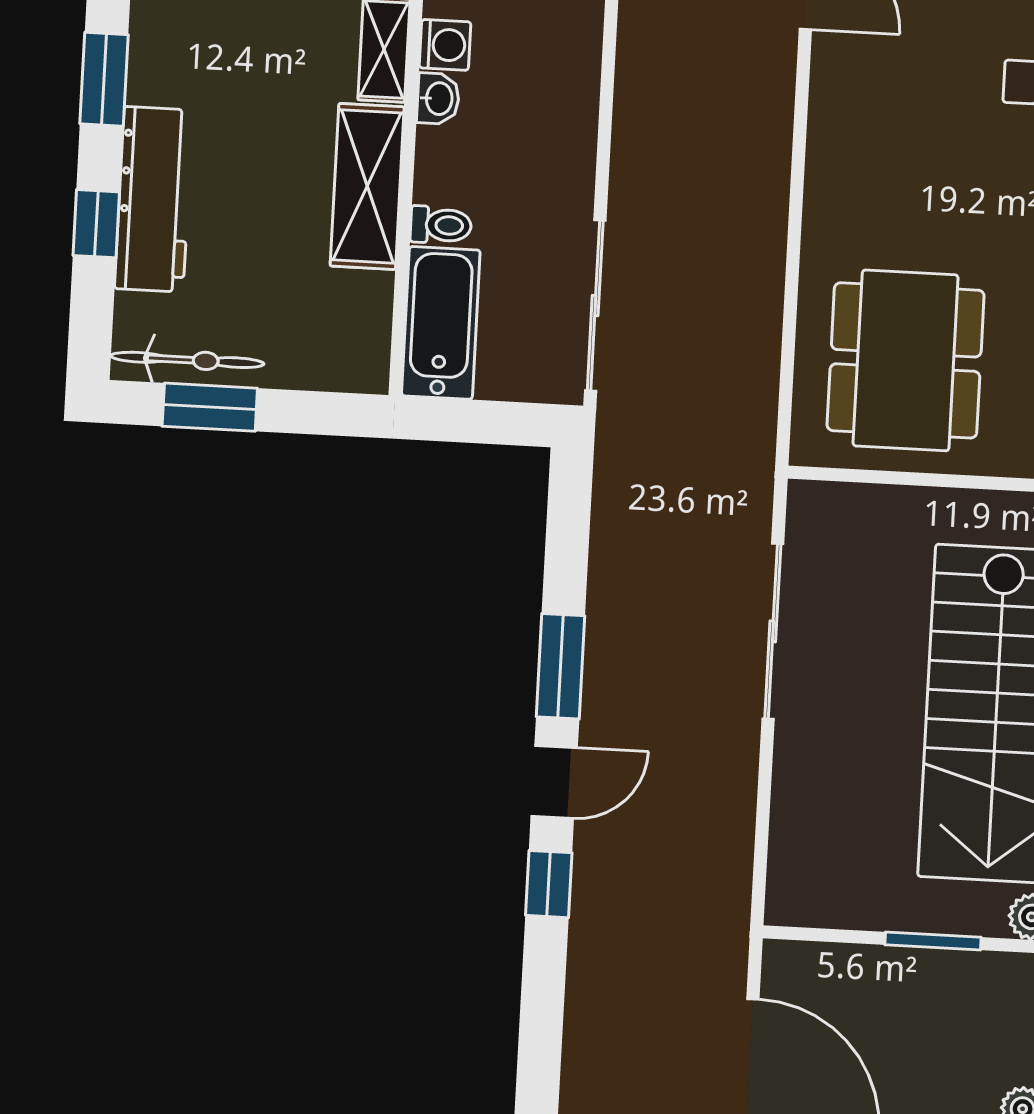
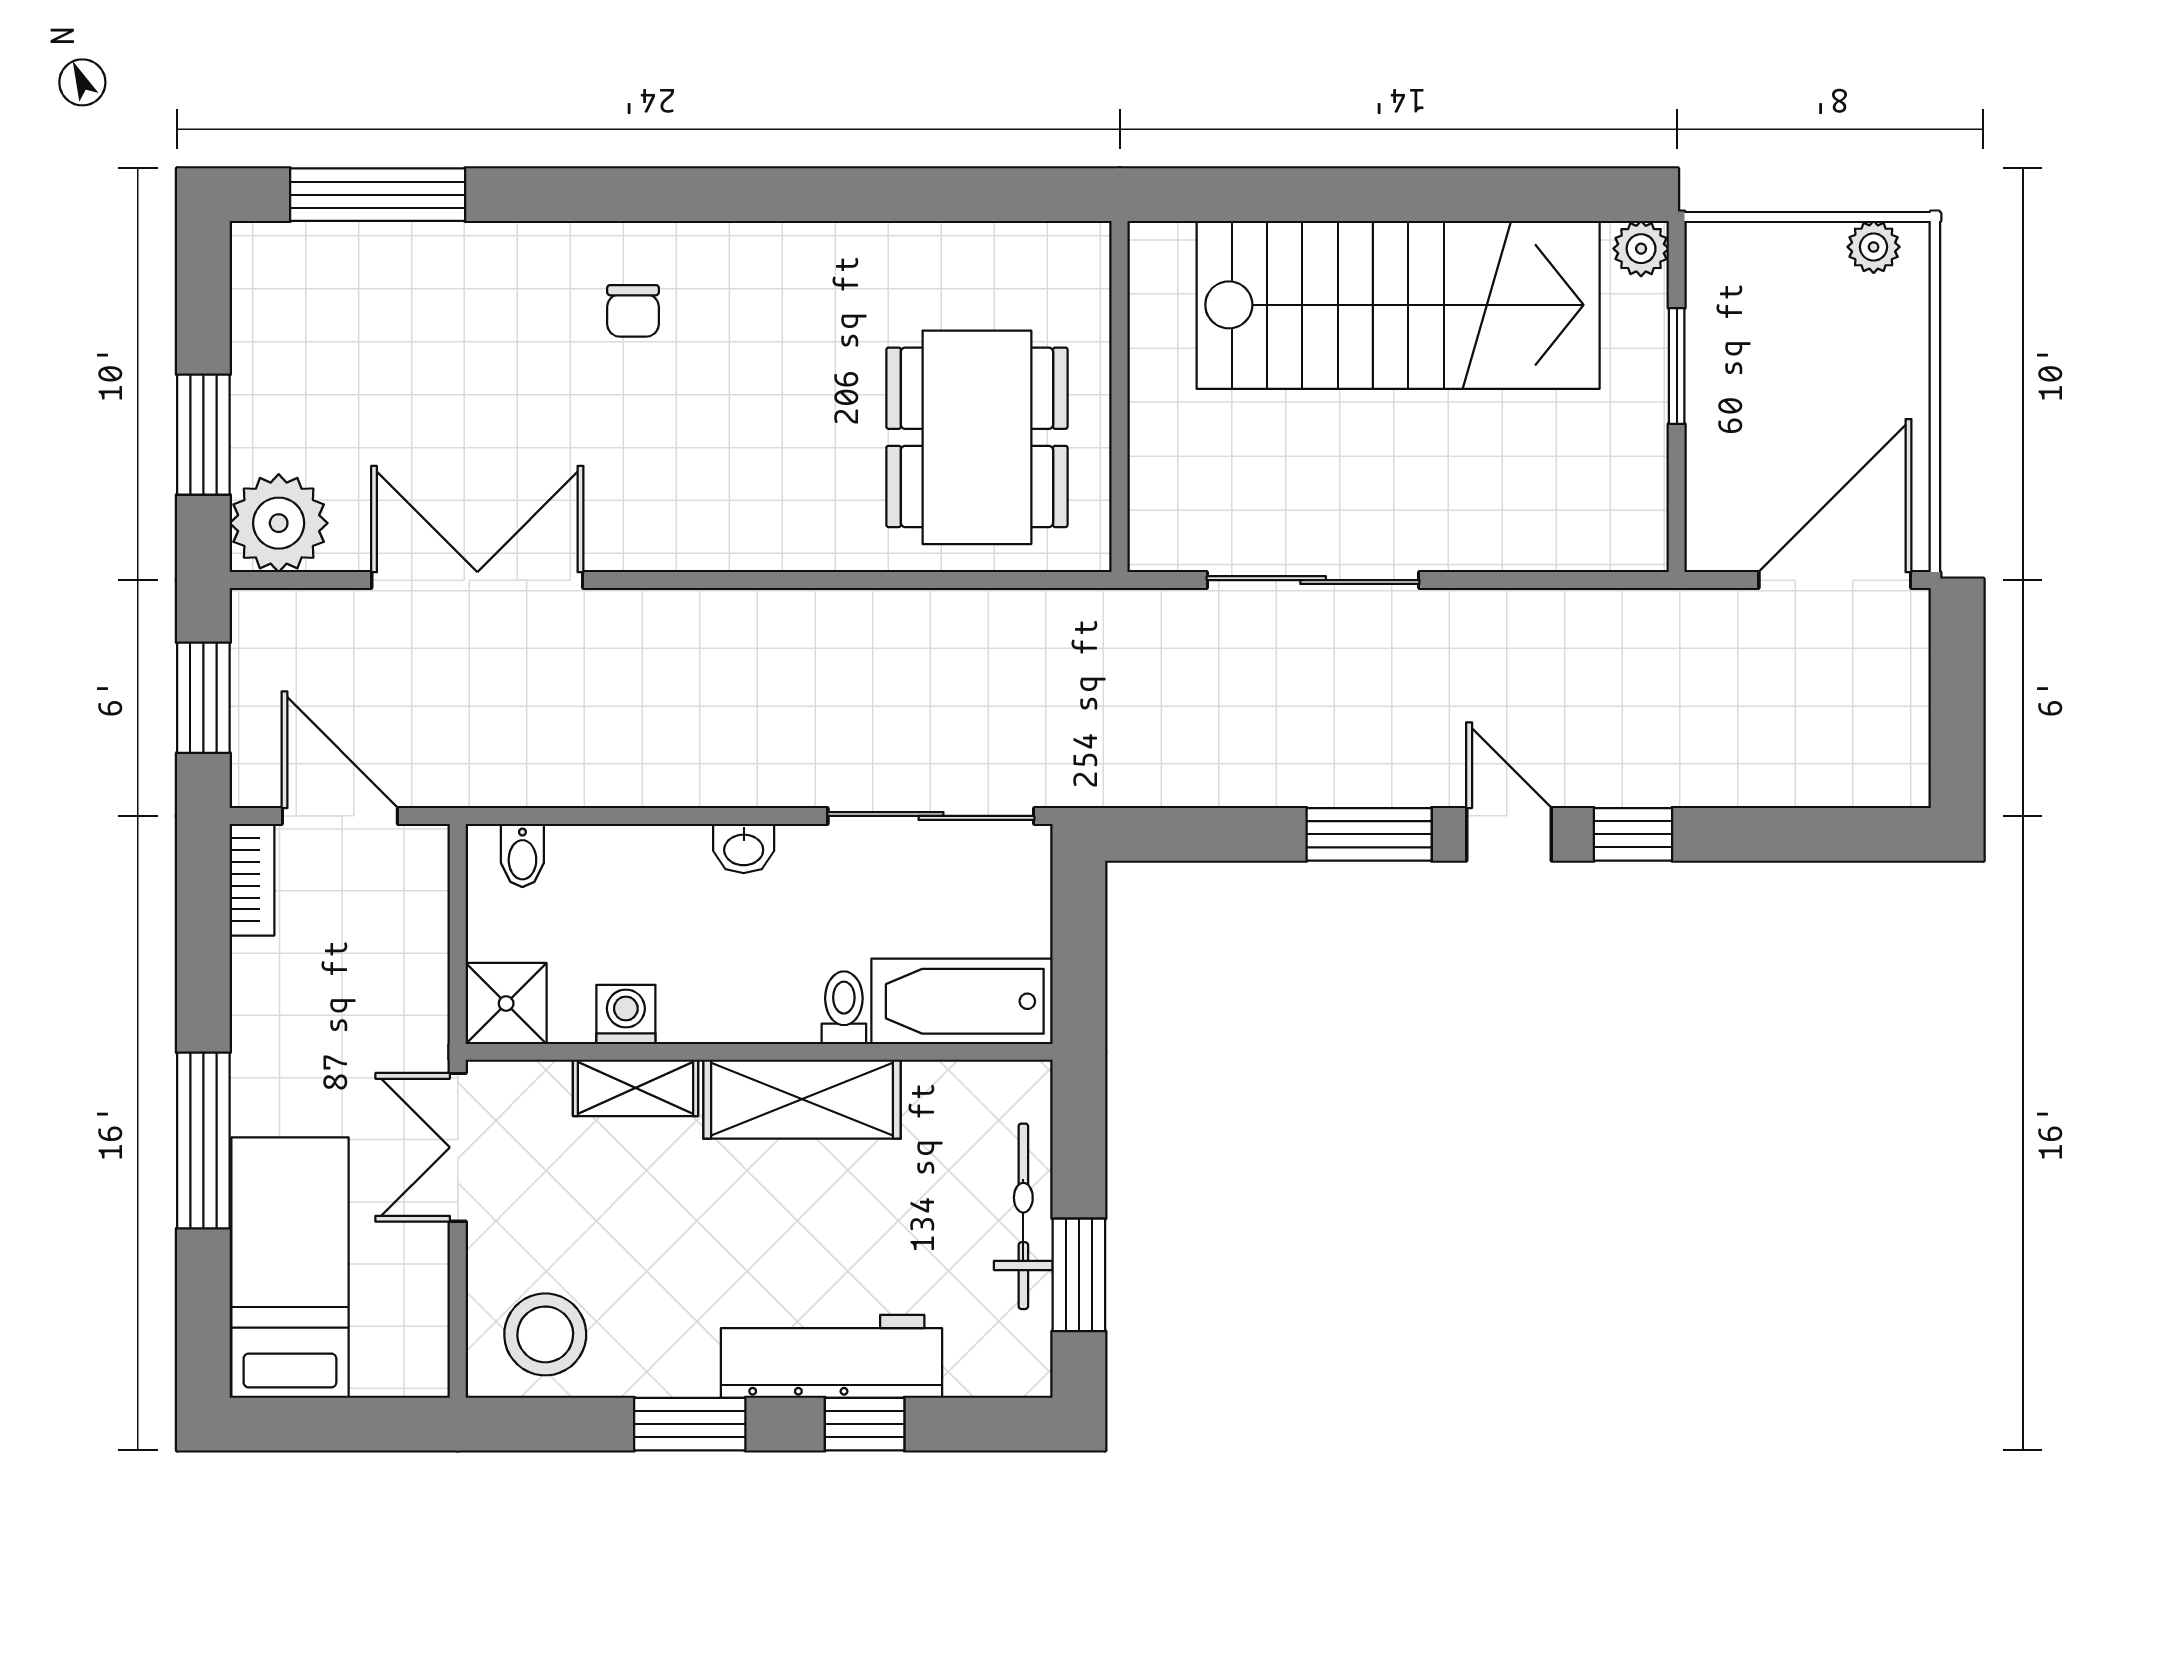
washbasin: (438, 99) -> (744, 848), moved, turned 180
bicycle: (187, 360) -> (1023, 1216), moved
dining table: (906, 360) -> (977, 437), turned 90

